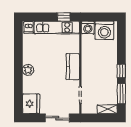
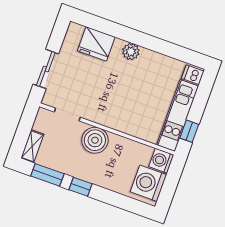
kitchen counter: (73, 67) -> (112, 118), removed
boiler: (90, 72) -> (95, 140), added
fridge: (31, 104) -> (96, 44), moved

